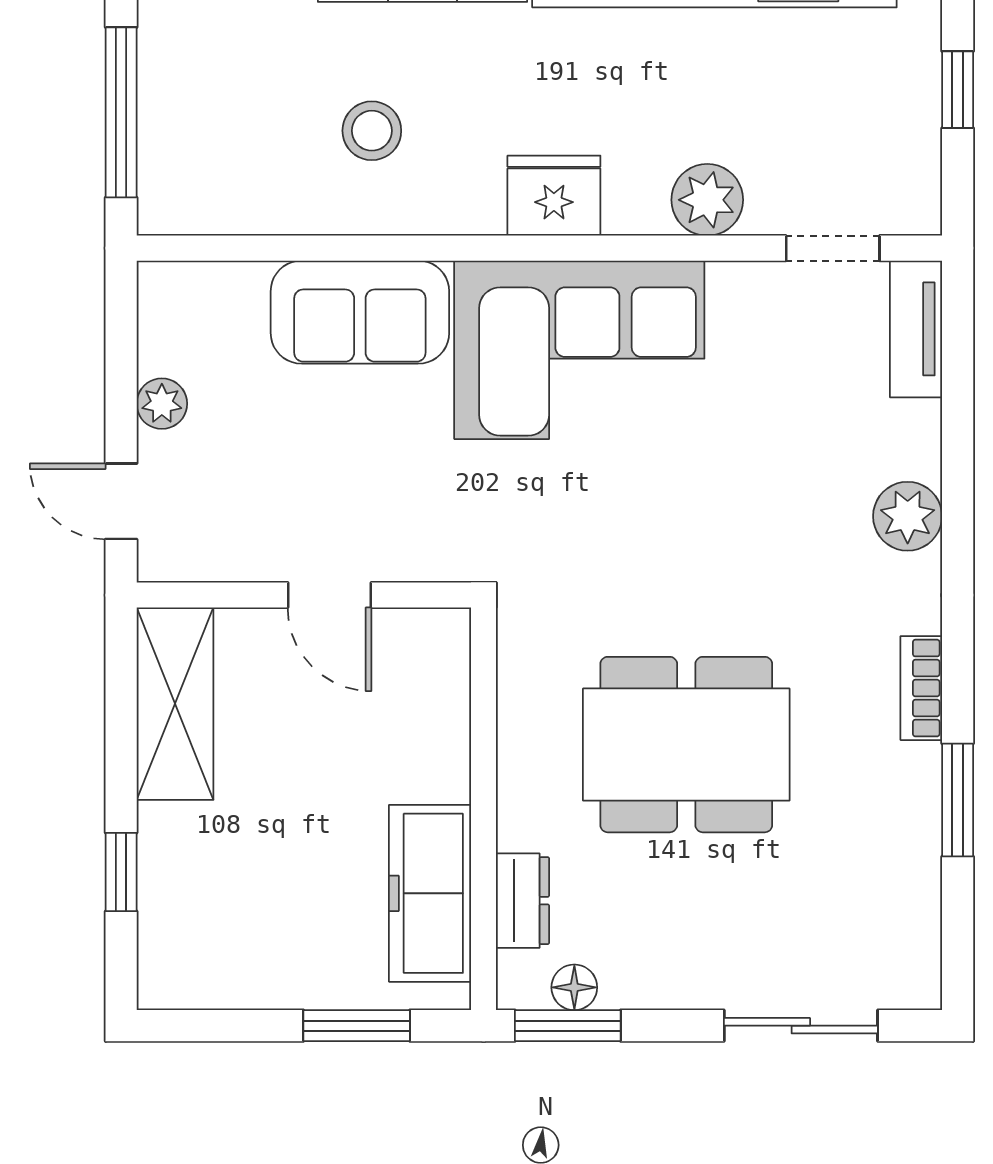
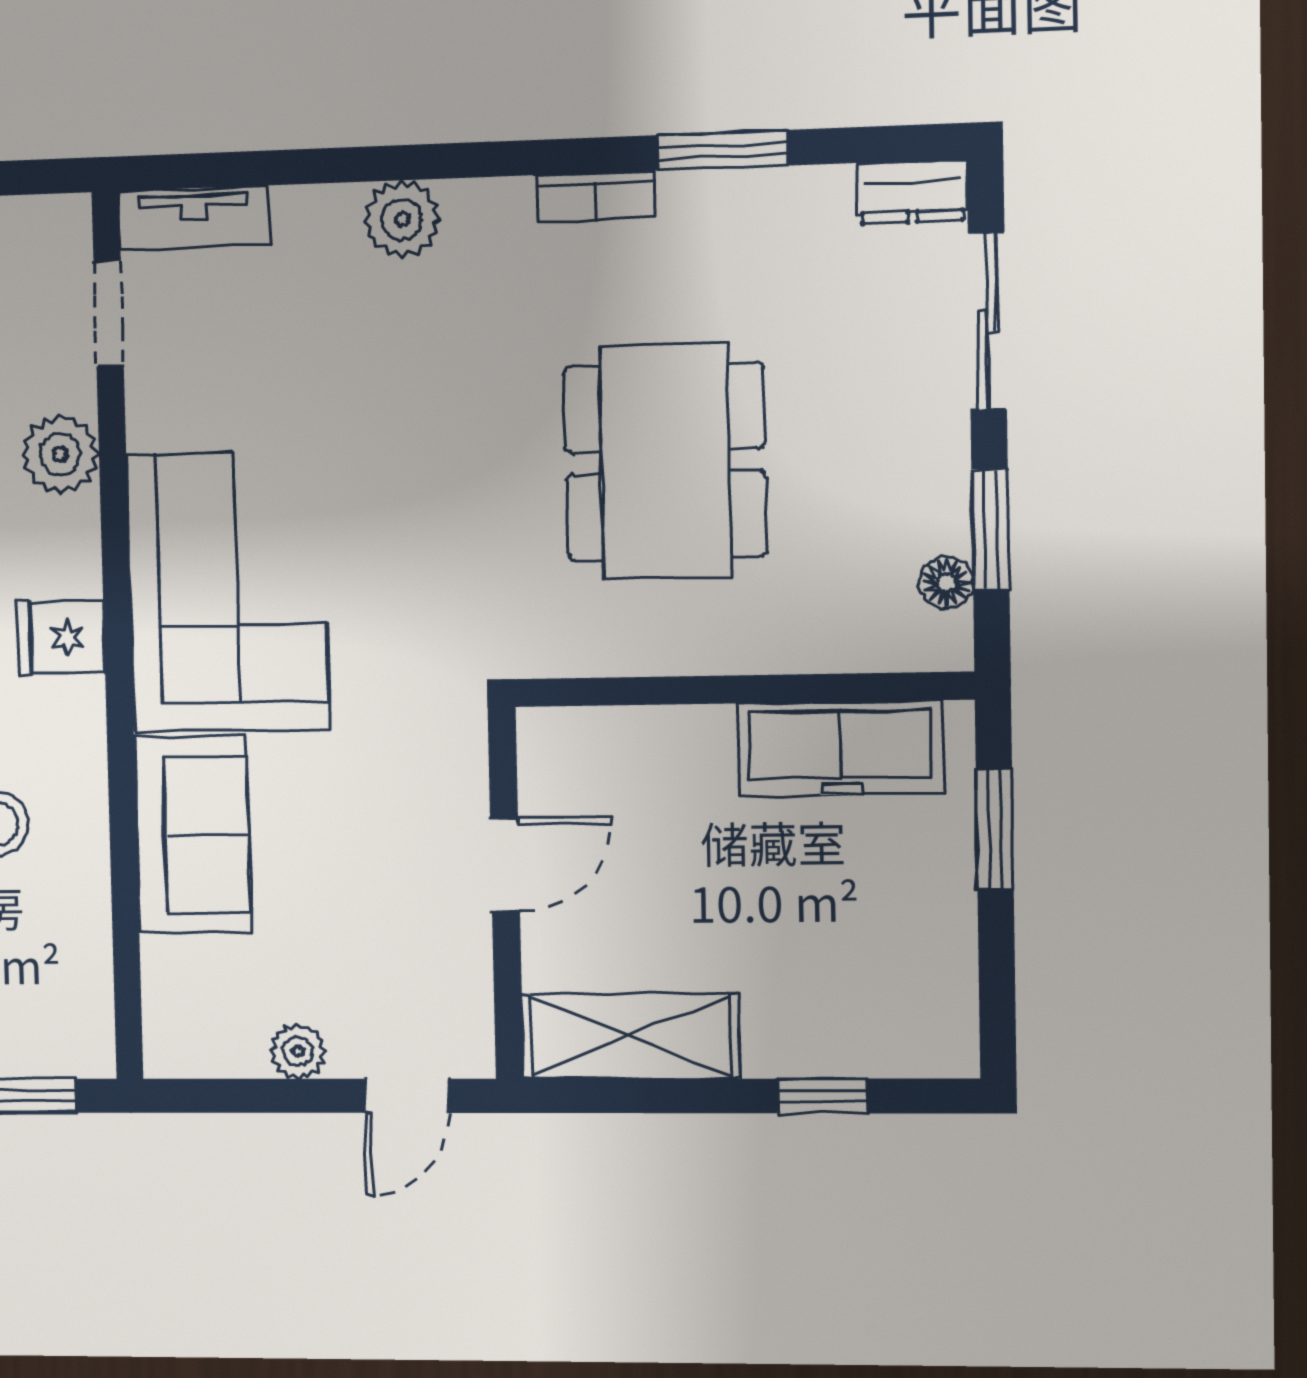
fridge: (554, 196) -> (61, 637), width x0.72
dresser: (523, 901) -> (912, 192), moved, turned 180
window: (568, 1026) -> (990, 530), moved

